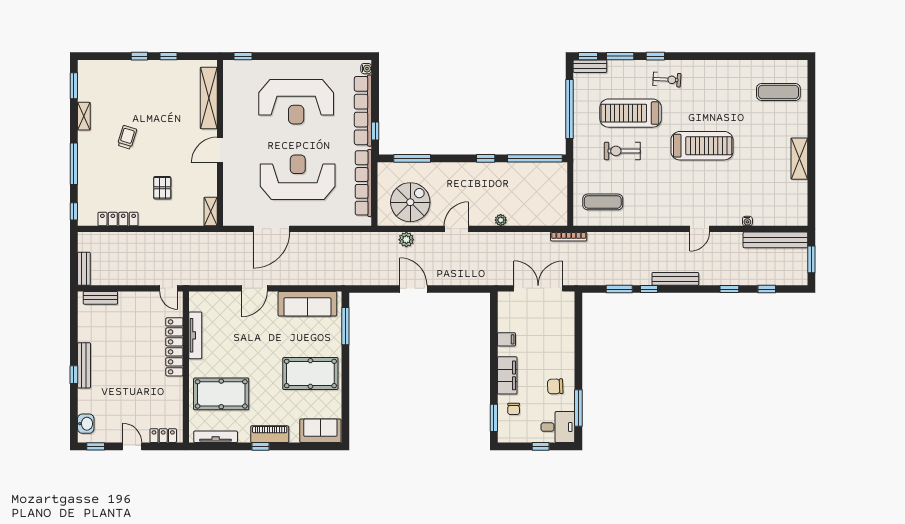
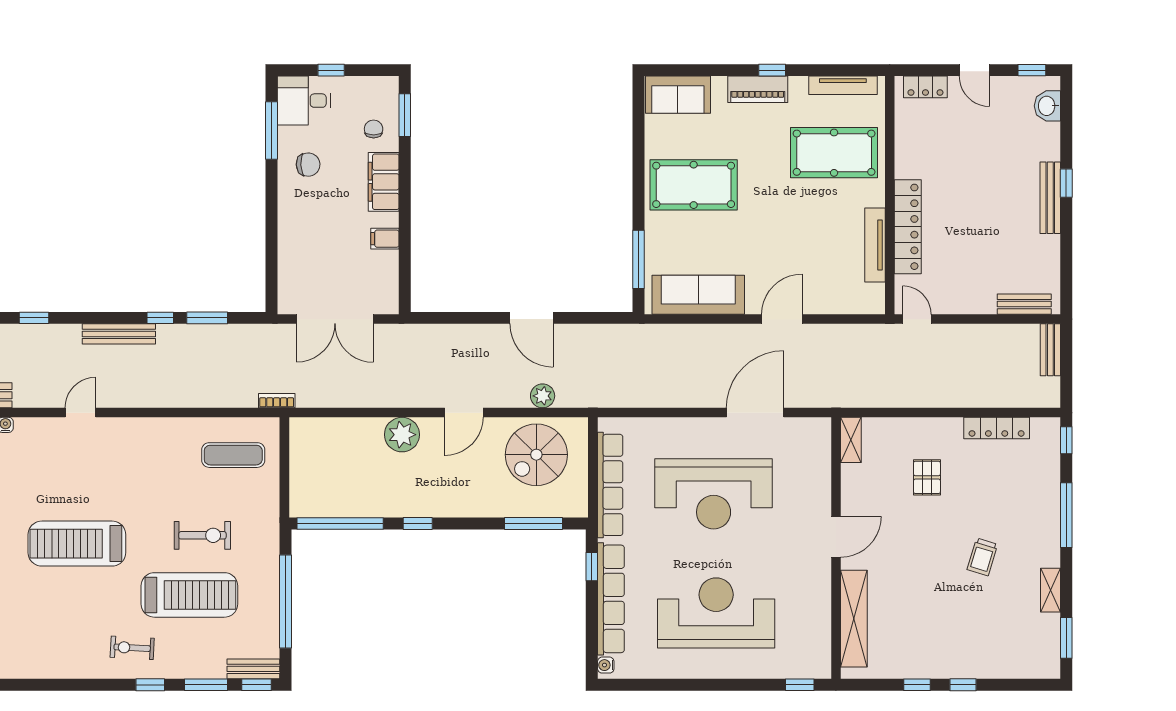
plant: (501, 220) -> (402, 435), width x1.88, depth x1.88
bookcase: (569, 236) -> (277, 401), width x0.64

